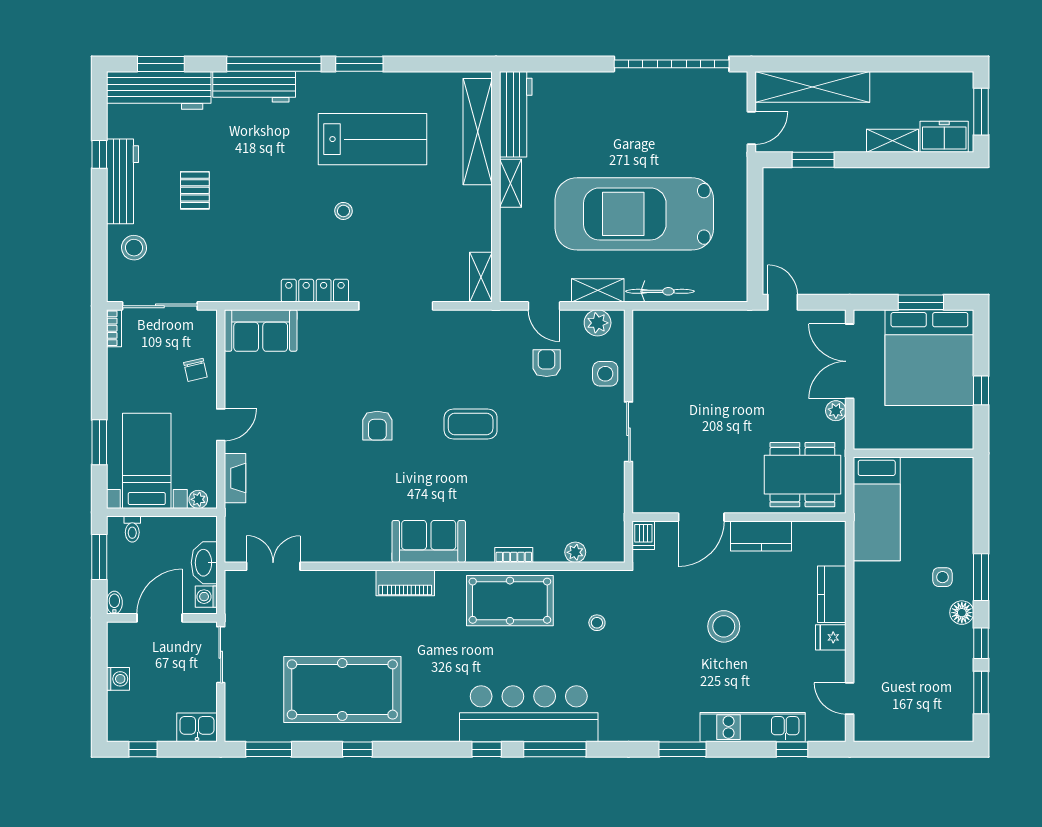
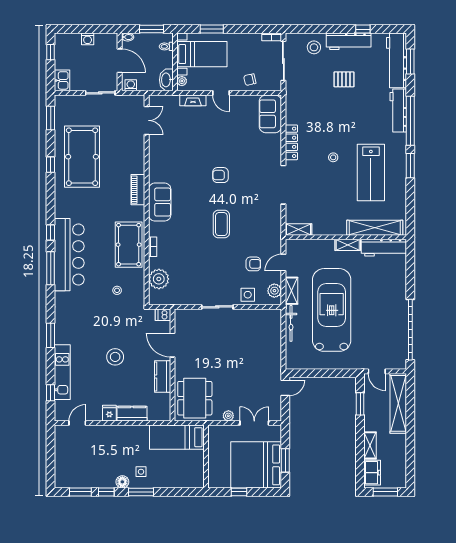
double door: (850, 361) -> (254, 423), width x0.73
plant: (575, 552) -> (159, 279), width x1.87, depth x1.87
washbasin: (204, 563) -> (166, 80), moved, turned -90

